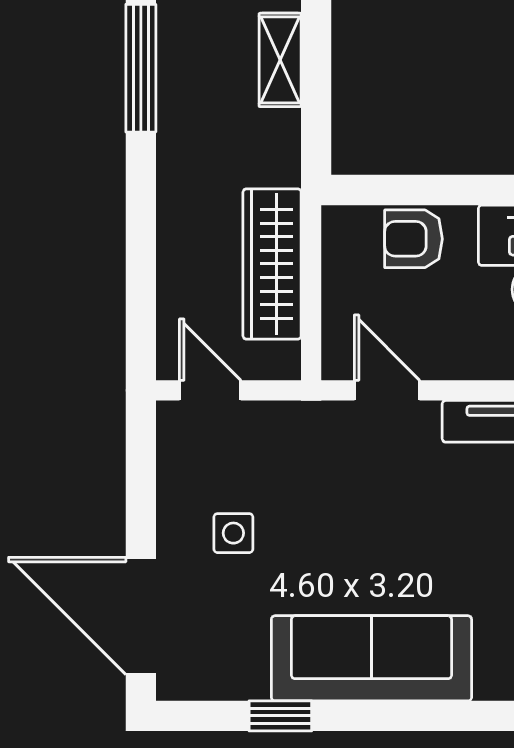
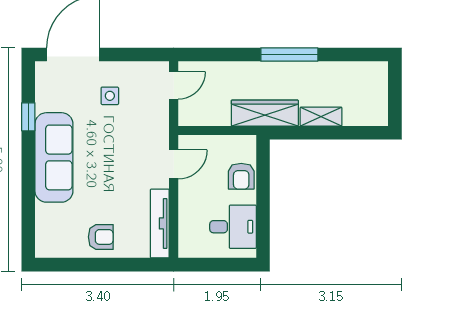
window: (141, 68) -> (289, 54), moved
armchair: (413, 239) -> (241, 176), turned 180
wardrobe: (272, 264) -> (265, 113), moved

